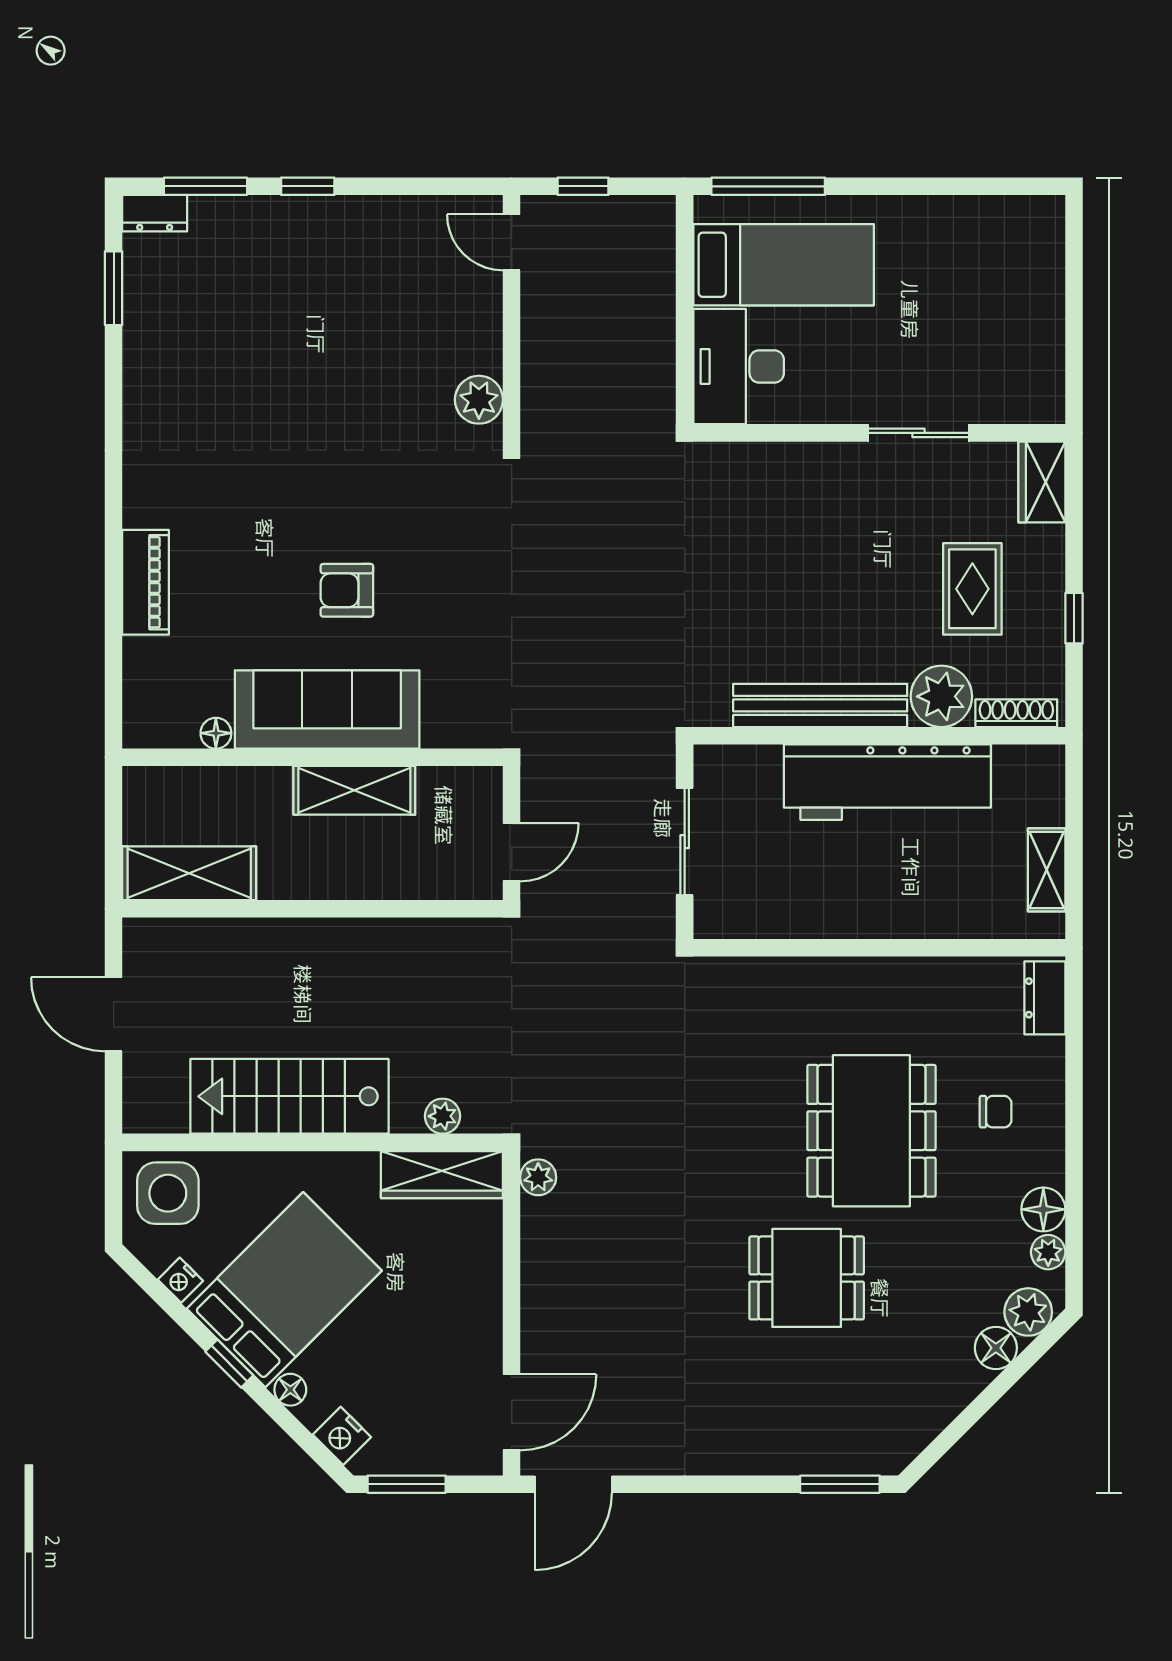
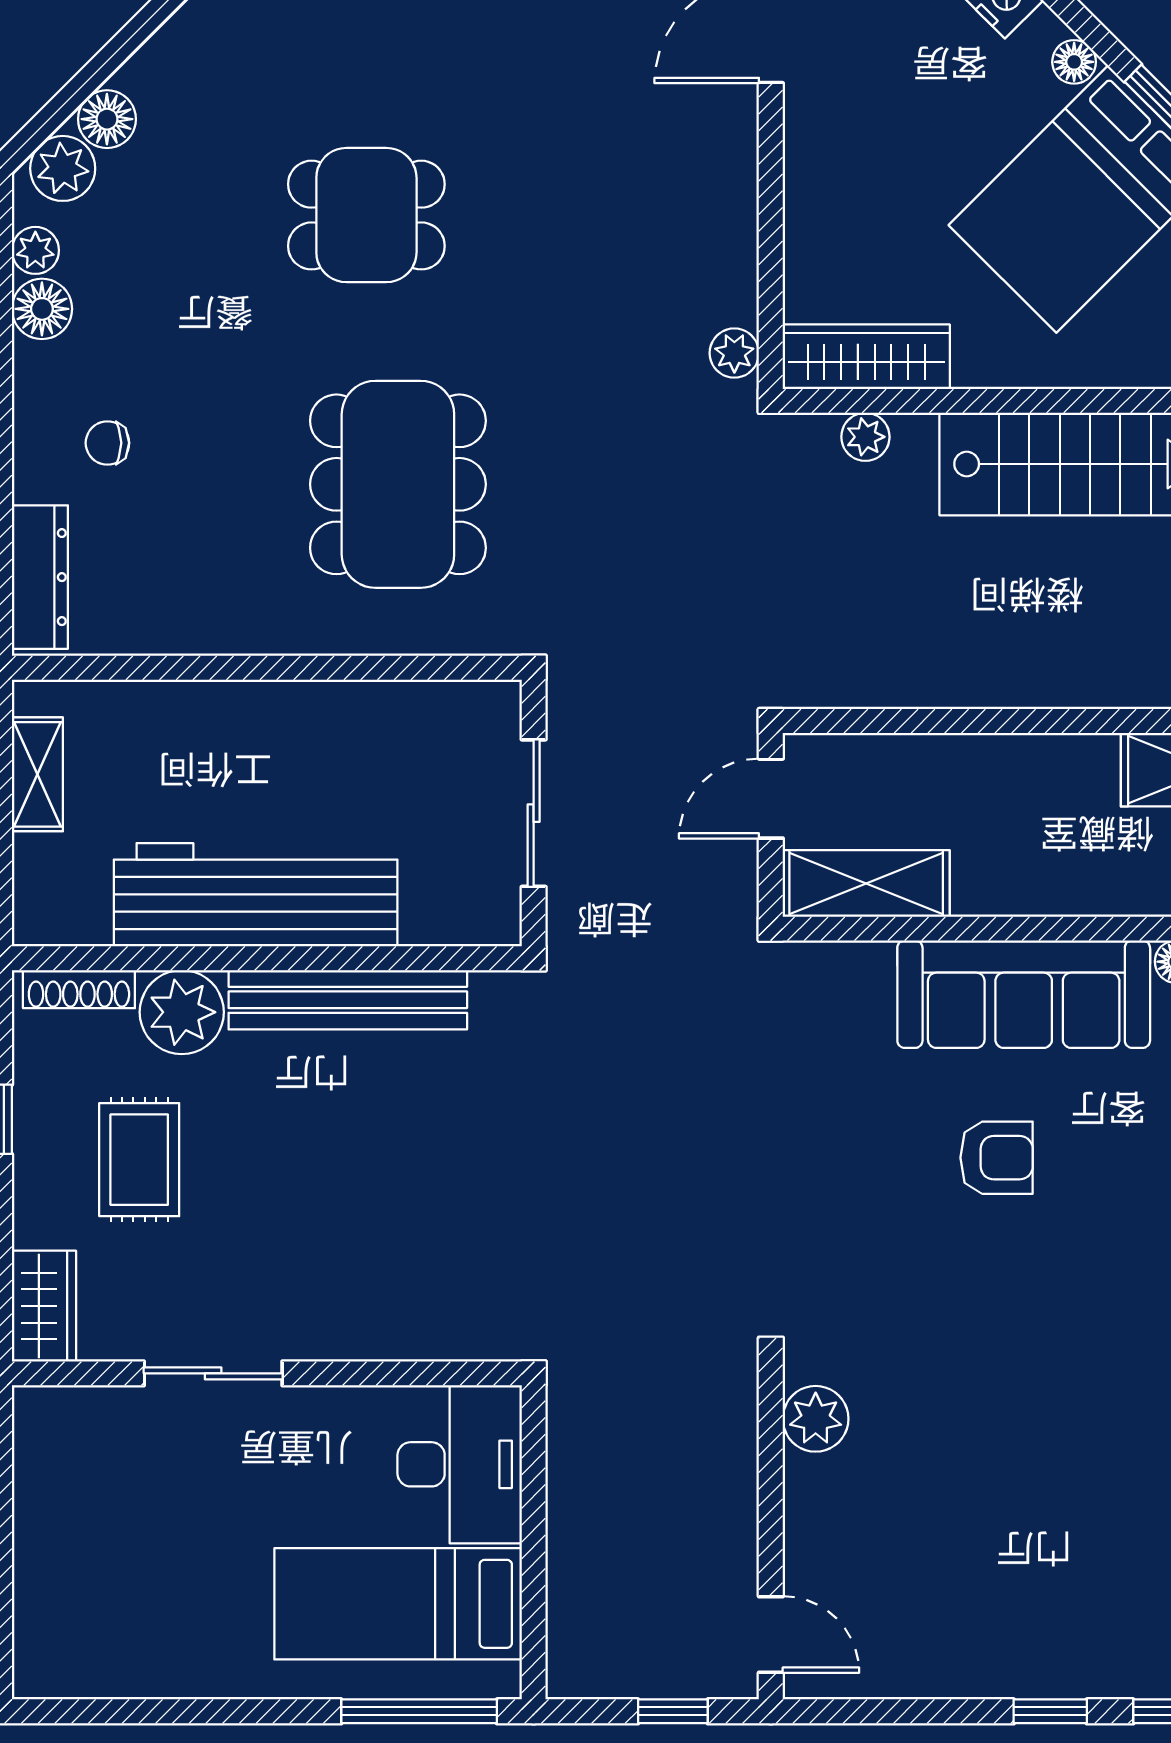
shelving: (354, 790) -> (866, 883), moved
dresser: (1045, 998) -> (40, 577), width x1.44
dining table: (871, 1131) -> (398, 484), moved

